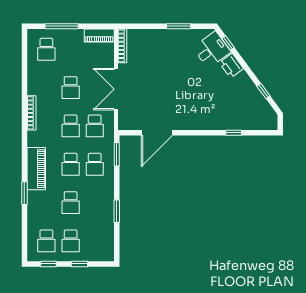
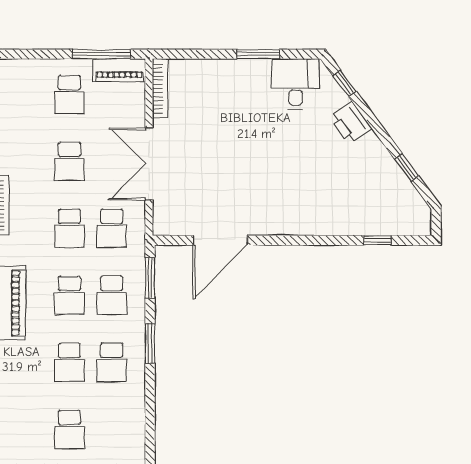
window: (62, 26) -> (102, 54), moved
school desk: (46, 49) -> (69, 94), moved
desk: (212, 50) -> (296, 84), moved, turned -54
window: (234, 133) -> (378, 240), moved
window: (117, 211) -> (150, 343), moved
school desk: (46, 241) -> (112, 362), moved

